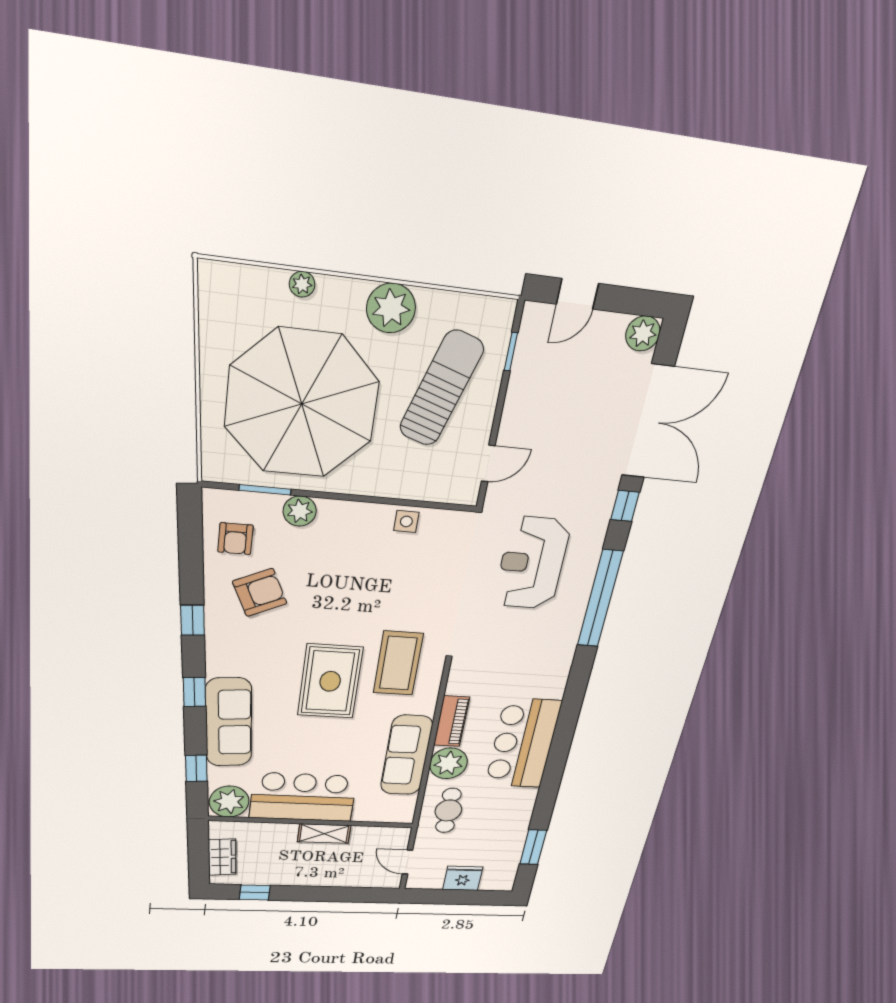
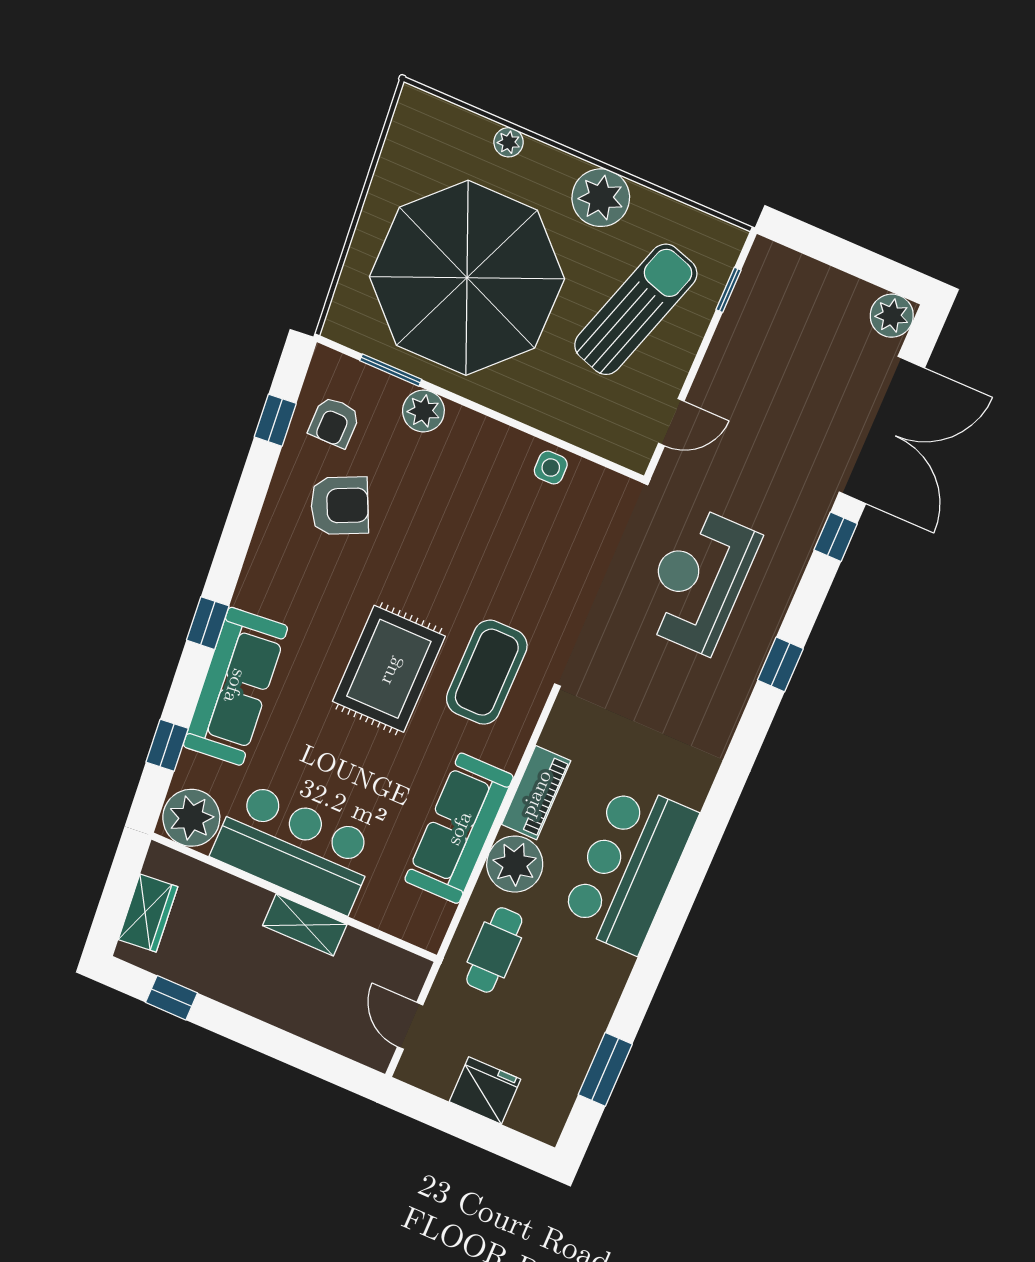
door: (577, 294) -> (820, 245), removed
window: (600, 599) -> (780, 664), width x0.32
window: (193, 620) -> (275, 420), moved

